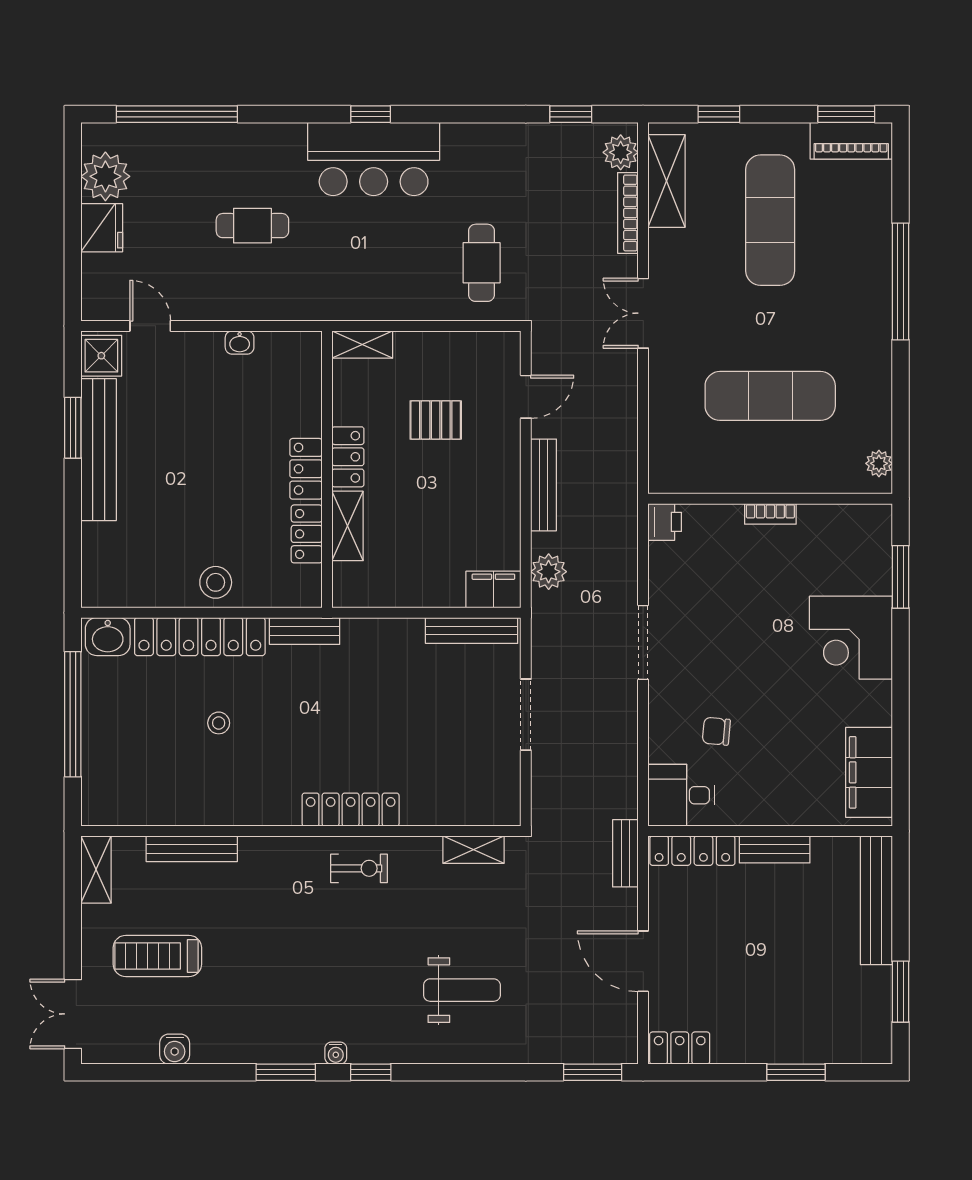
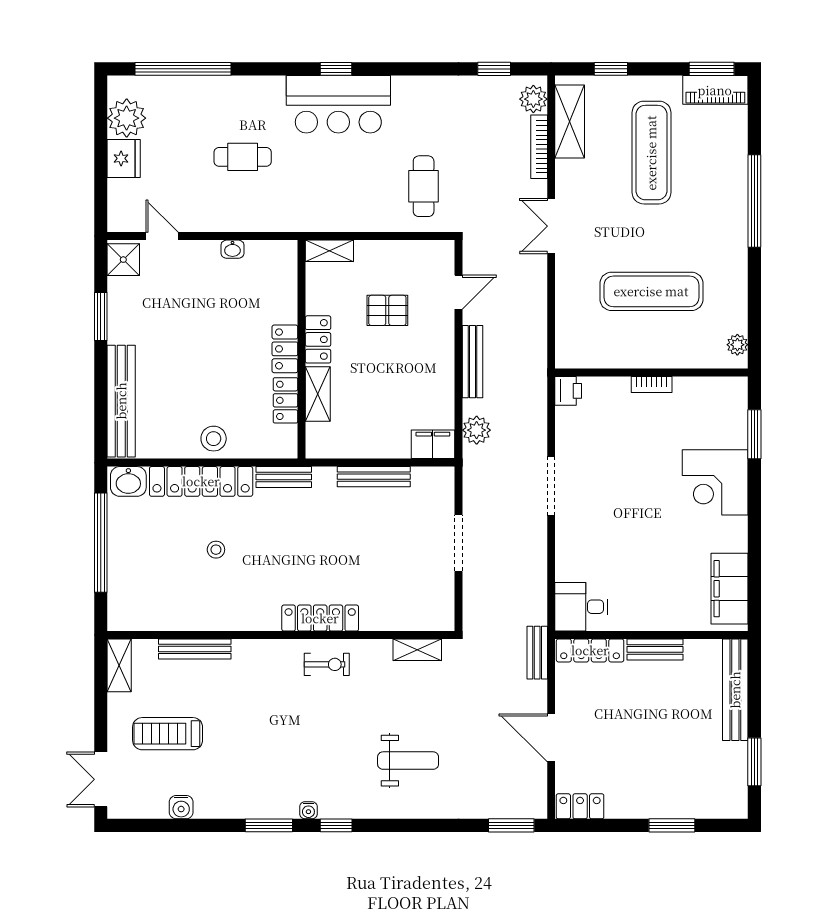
bench: (99, 450) -> (121, 401), moved
bench: (472, 631) -> (374, 477), moved
chair: (716, 731) -> (609, 556), removed

